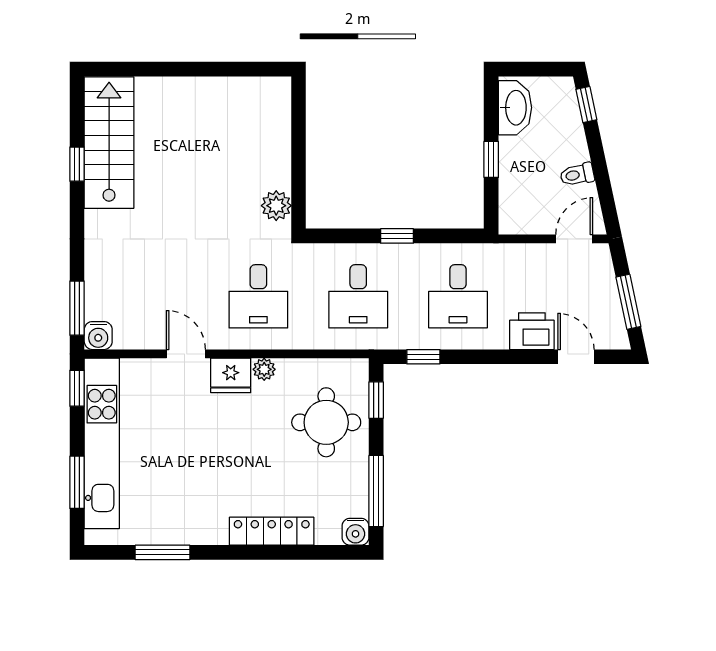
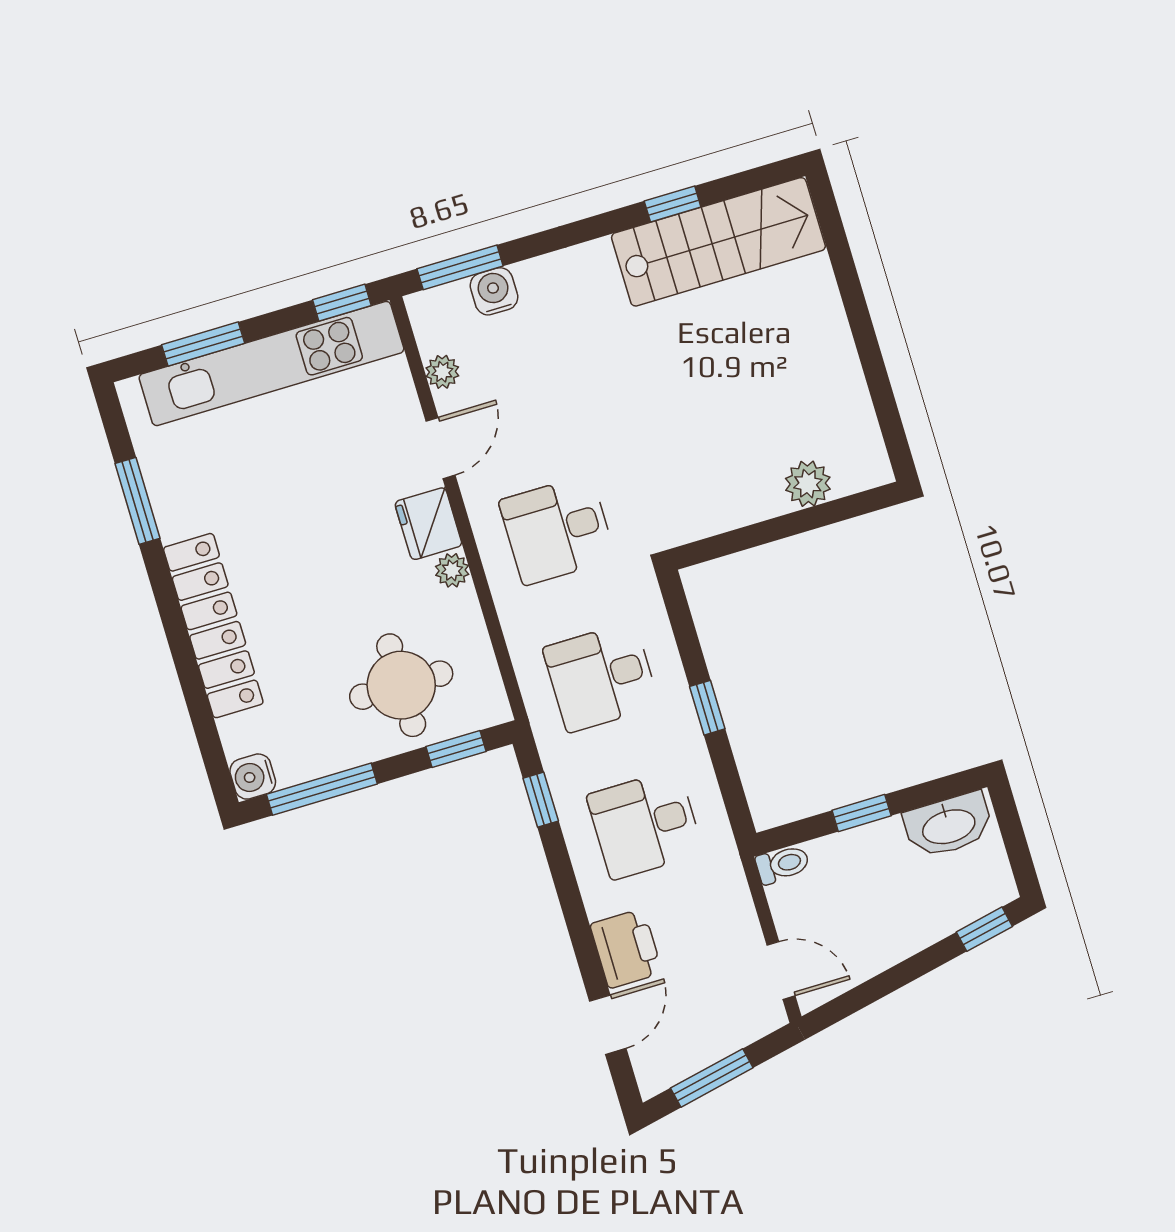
toilet: (577, 175) -> (783, 864), moved, turned 102
plant: (276, 206) -> (808, 484), moved
water cooler: (98, 336) -> (494, 291), moved, turned 90
plant: (139, 339) -> (442, 372), added
locker: (272, 531) -> (213, 626), width x1.41, depth x1.21

